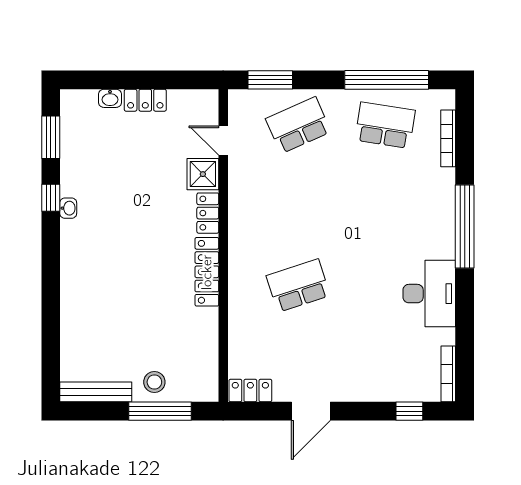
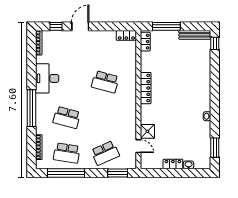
window: (51, 198) -> (215, 43), moved
school desk: (385, 205) -> (67, 117), added
locker: (208, 213) -> (145, 42), moved
school desk: (298, 286) -> (105, 82), turned 33
stool: (154, 382) -> (169, 39), removed
door: (311, 411) -> (80, 26), moved

